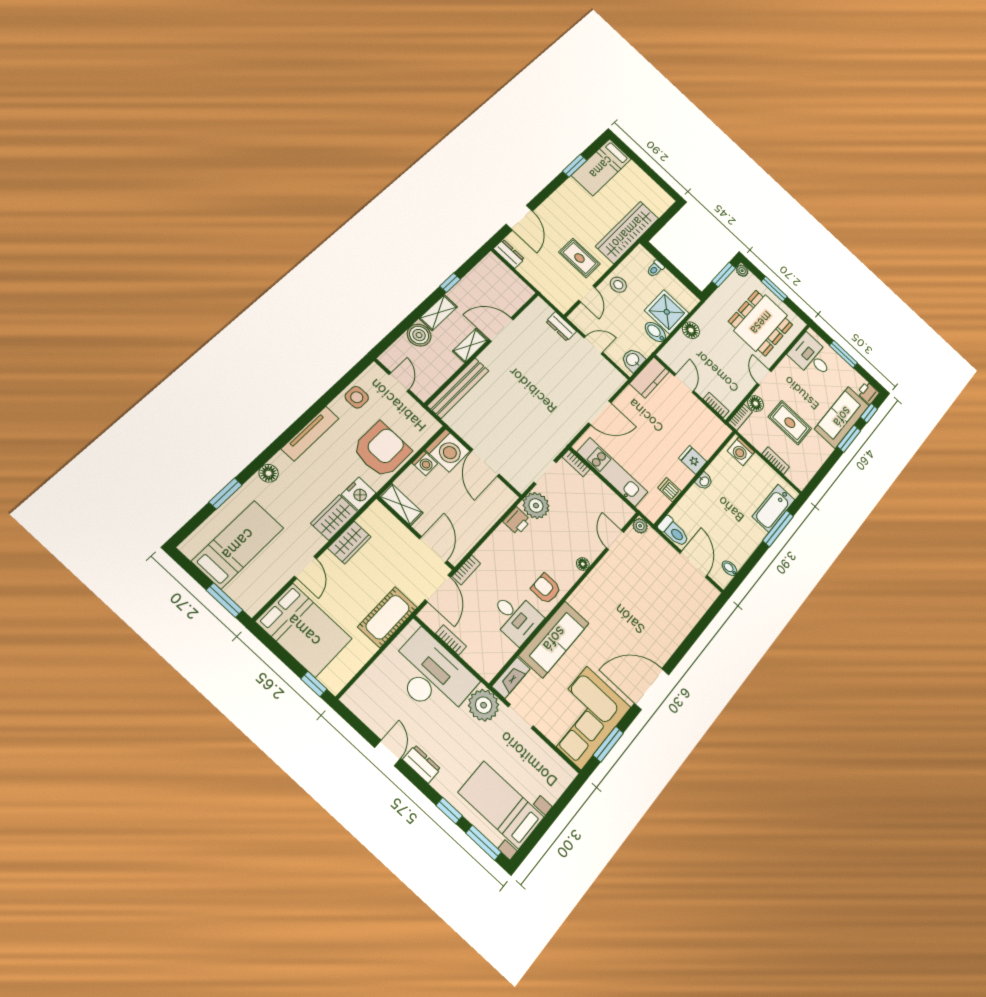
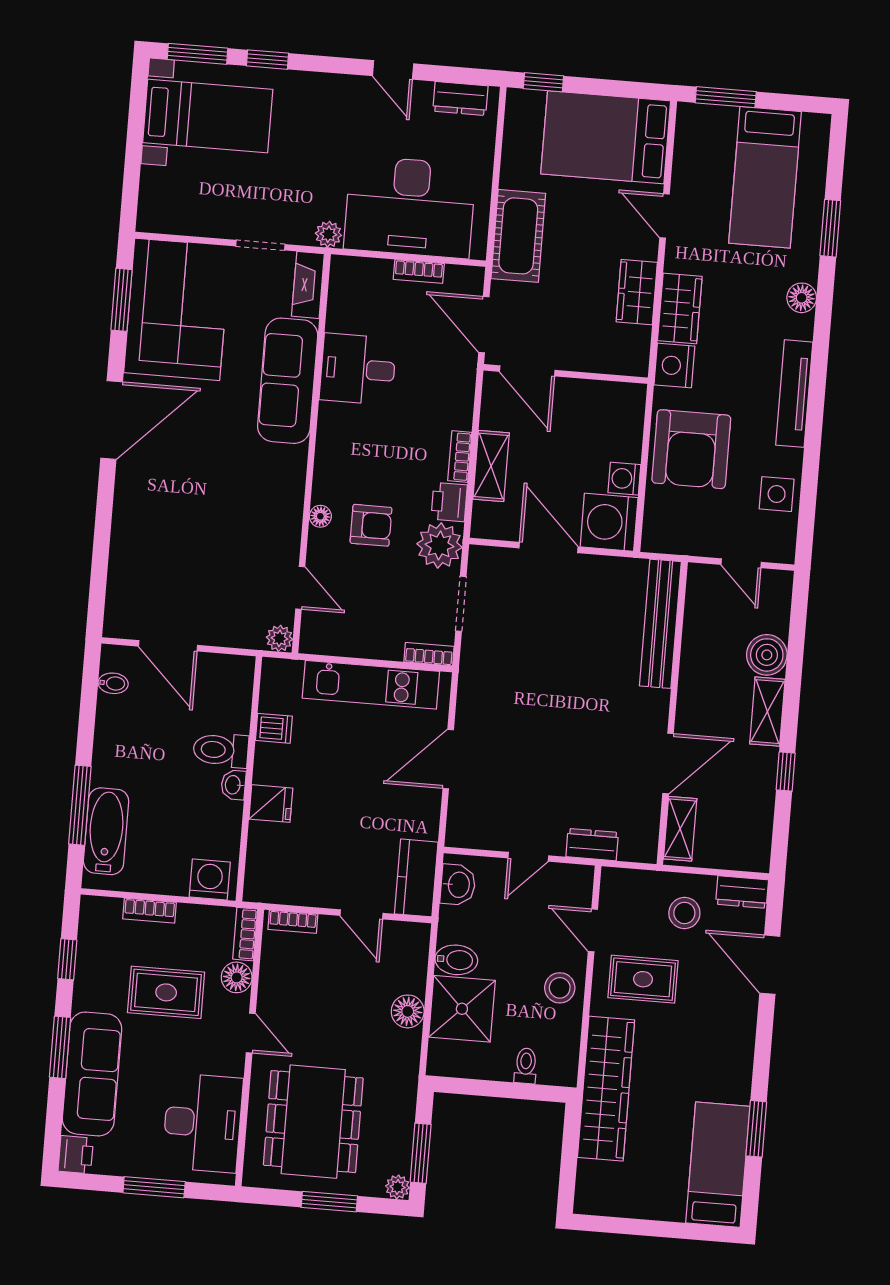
stool: (541, 267) -> (684, 913), added
shelving: (470, 346) -> (680, 829), moved
desk: (811, 357) -> (203, 1123), width x1.37
window: (869, 413) -> (67, 959), moved
shelving: (401, 505) -> (491, 466), moved, turned 90
toilet: (674, 531) -> (221, 750), moved
bookcase: (466, 570) -> (460, 457), moved
armchair: (546, 589) -> (371, 525), moved
plant: (484, 705) -> (328, 234), width x0.53, depth x0.53
dresser: (422, 764) -> (460, 98), moved

